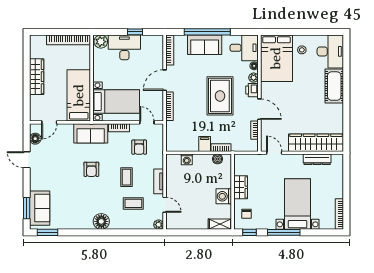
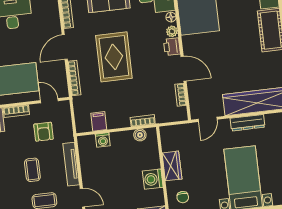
rug: (220, 96) -> (114, 57), moved
filing cabinet: (205, 144) -> (99, 121), moved
door: (274, 153) -> (208, 119), swing flipped
dresser: (317, 159) -> (248, 123), moved
tv unit: (159, 181) -> (71, 164), width x1.41

